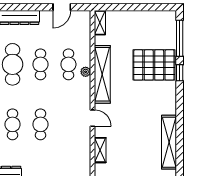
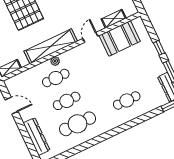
cafe table: (40, 124) -> (116, 78), removed
booth: (78, 147) -> (120, 38), added

